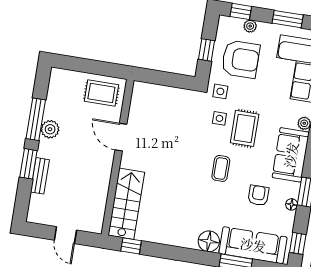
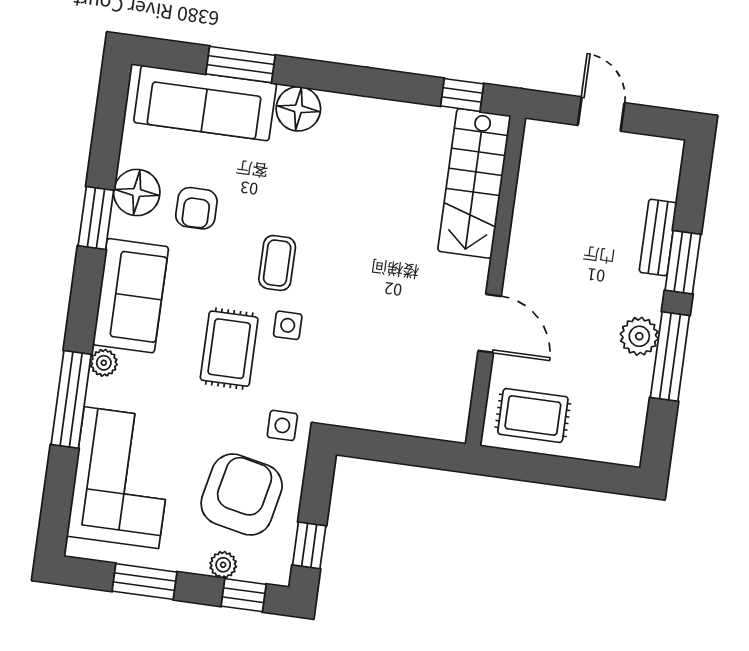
window: (207, 50) -> (309, 545), moved
armchair: (241, 59) -> (242, 494), turned 102
side table: (219, 118) -> (288, 325), moved
floor lamp: (292, 204) -> (137, 192), width x1.89, depth x1.89
window: (298, 243) -> (111, 109), removed

